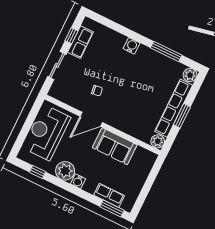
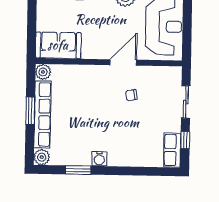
row of seats: (80, 42) -> (172, 150), moved
water cooler: (132, 46) -> (99, 159), moved
window: (166, 52) -> (78, 170), width x0.69
sofa: (115, 146) -> (58, 45), moved

